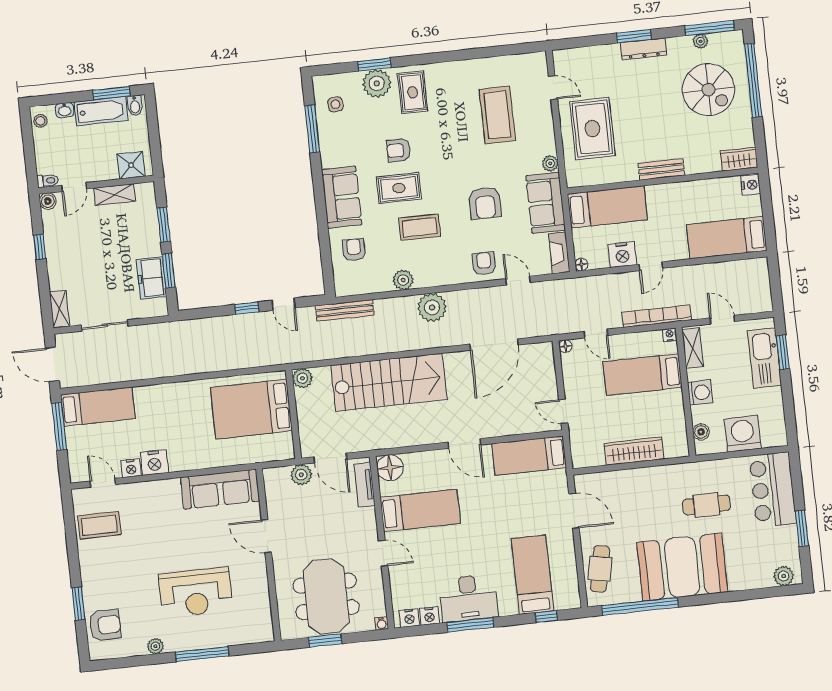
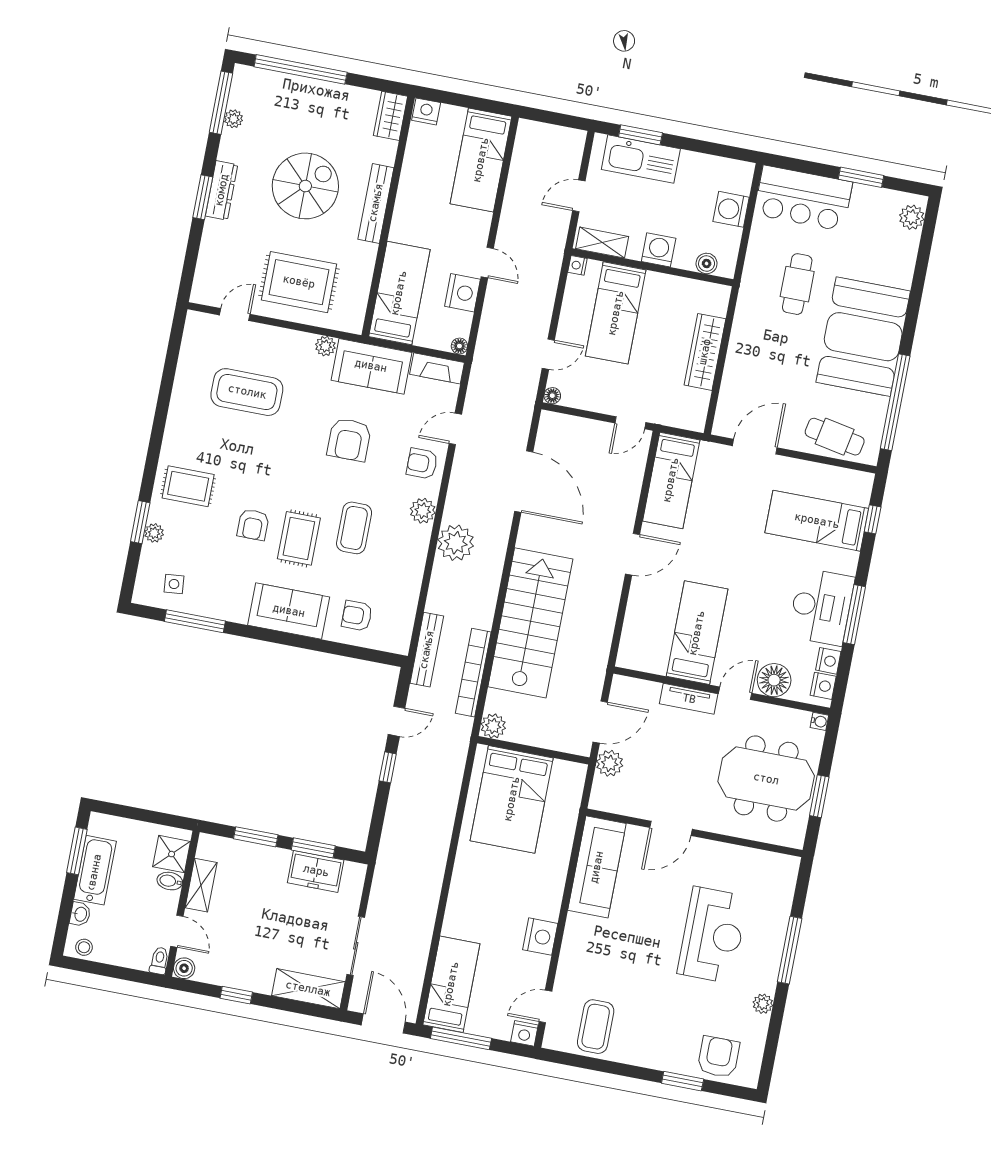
plant: (377, 83) -> (154, 533), width x0.53, depth x0.53
spiral stairs: (708, 90) -> (305, 186), moved
bidet: (135, 105) -> (170, 881), moved, turned 180
bench: (661, 169) -> (376, 203), width x1.36
armchair: (485, 203) -> (349, 440), turned 90
plant: (403, 280) -> (423, 511), moved
shelving: (59, 309) -> (308, 989), width x1.50, depth x1.33
bookcase: (657, 316) -> (473, 673), moved
door: (52, 364) -> (383, 1023), swing flipped
washing machine: (743, 434) -> (731, 209), width x0.73, depth x0.73
nightstand: (131, 468) -> (524, 1033), moved, turned 90
floor lamp: (390, 468) -> (774, 680), moved
tv unit: (365, 485) -> (689, 699), moved

